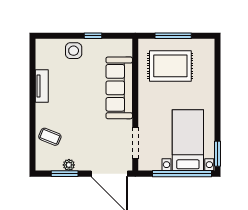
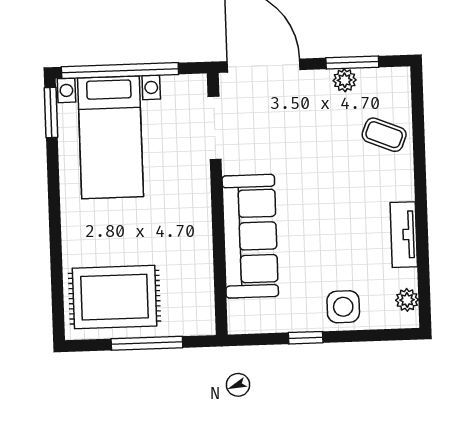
plant: (41, 53) -> (407, 300), added
rug: (170, 66) -> (115, 297), moved

